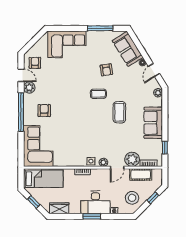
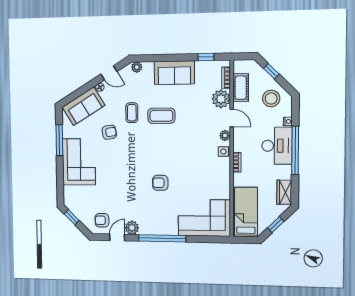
window: (37, 37) -> (72, 217), added
corner sofa: (67, 44) -> (79, 162), moved
coffee table: (98, 94) -> (132, 113), moved
armchair: (44, 110) -> (160, 183), moved
window: (92, 216) -> (295, 151), width x2.11

